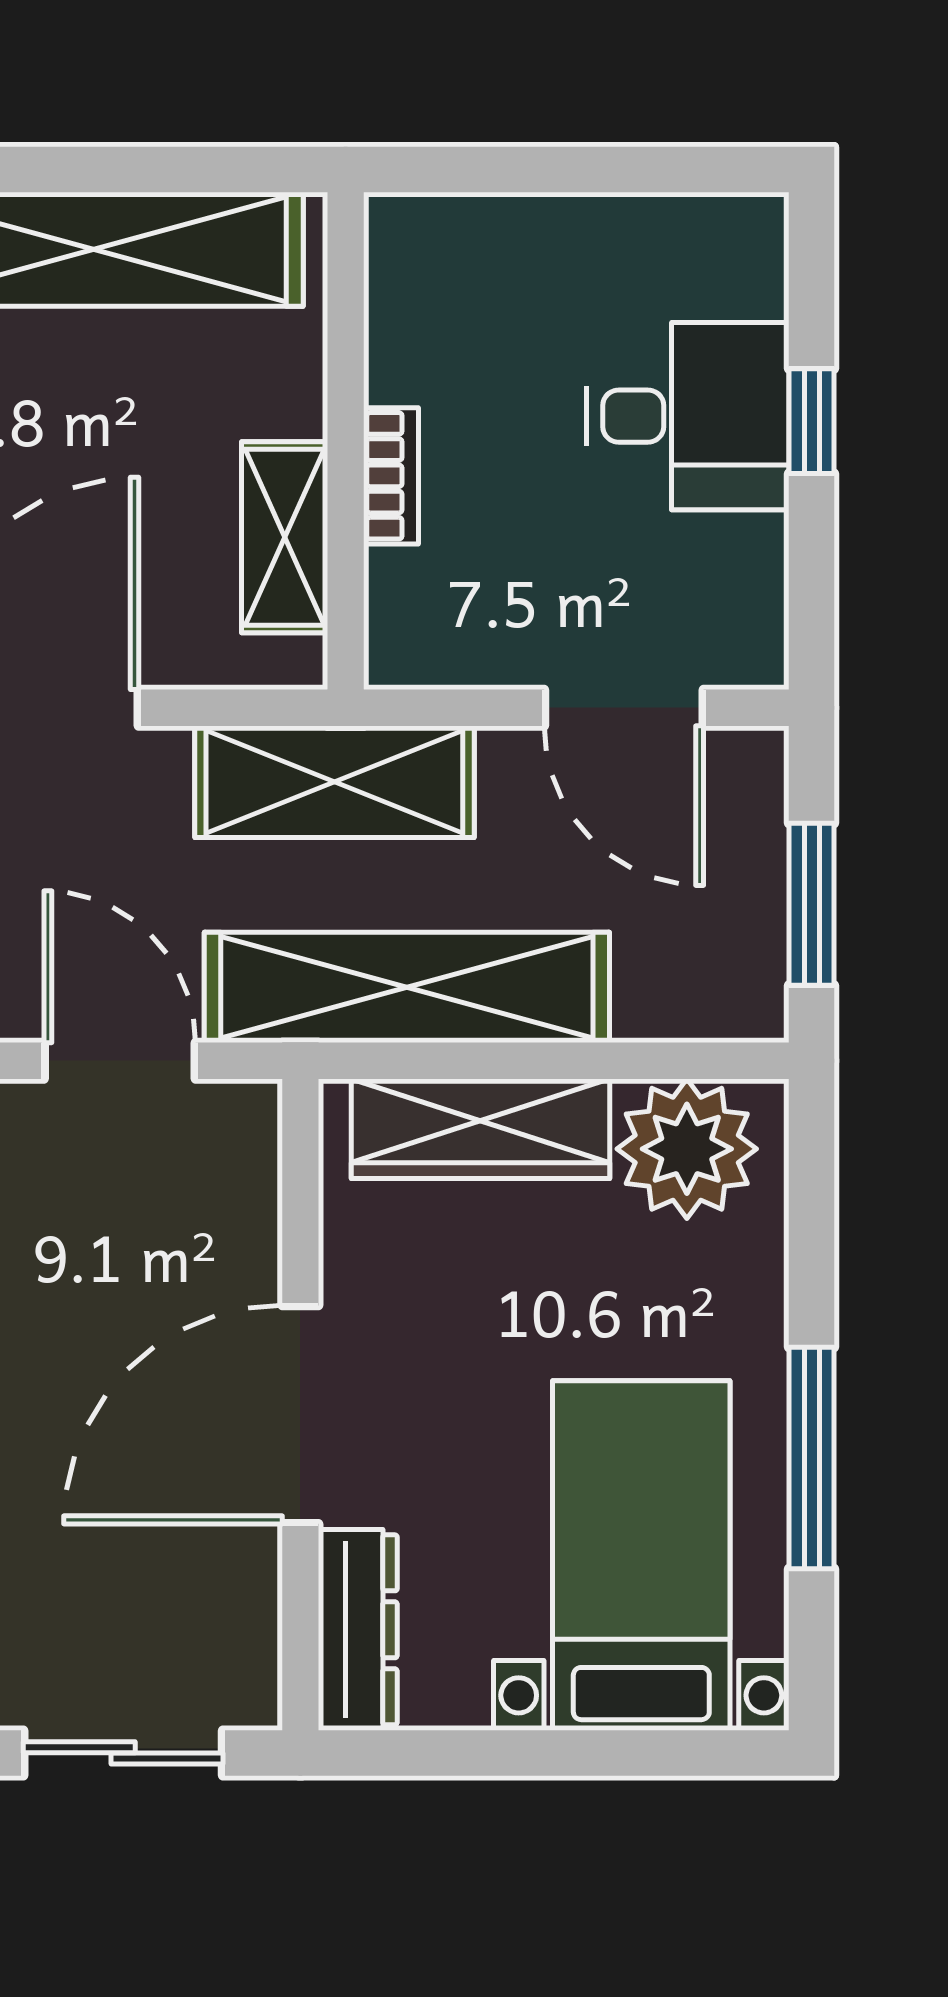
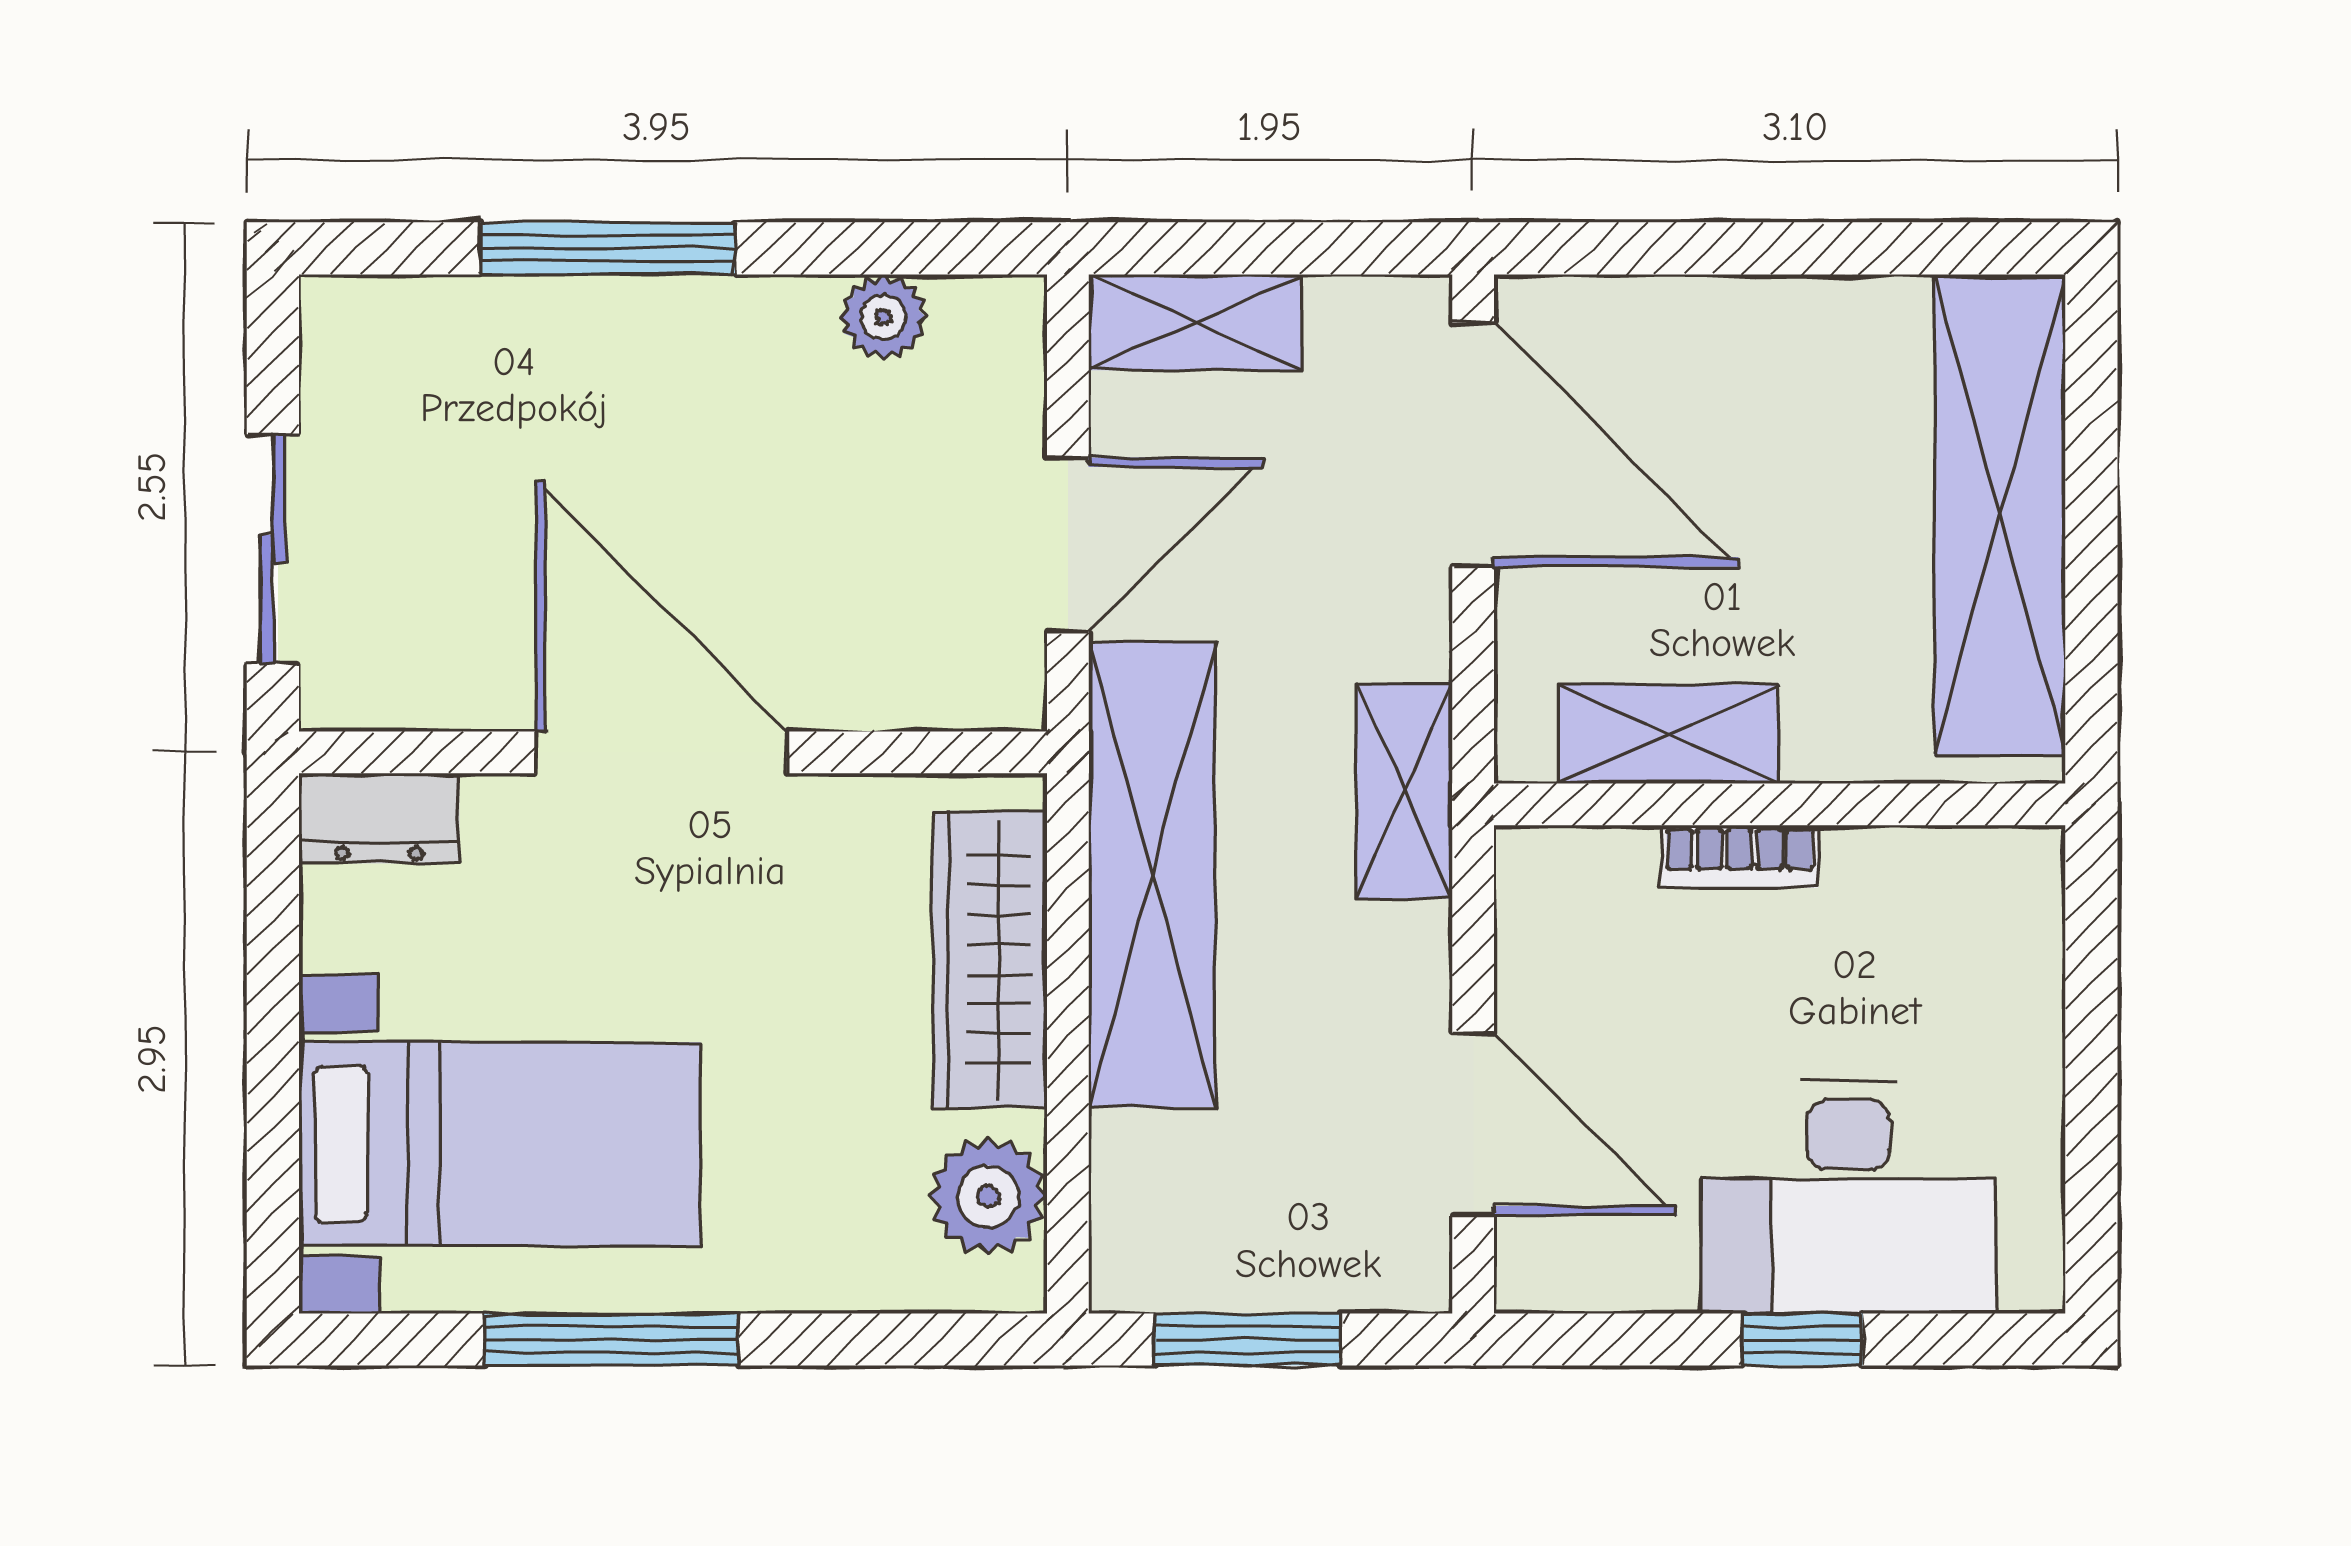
desk: (688, 416) -> (1848, 1197), width x1.37
door: (624, 708) -> (1473, 1124), swing flipped
shelving: (334, 782) -> (1404, 791), width x0.67, depth x0.75
plant: (687, 1149) -> (988, 1196), width x0.73, depth x0.73
dresser: (358, 1630) -> (379, 818), width x0.70

